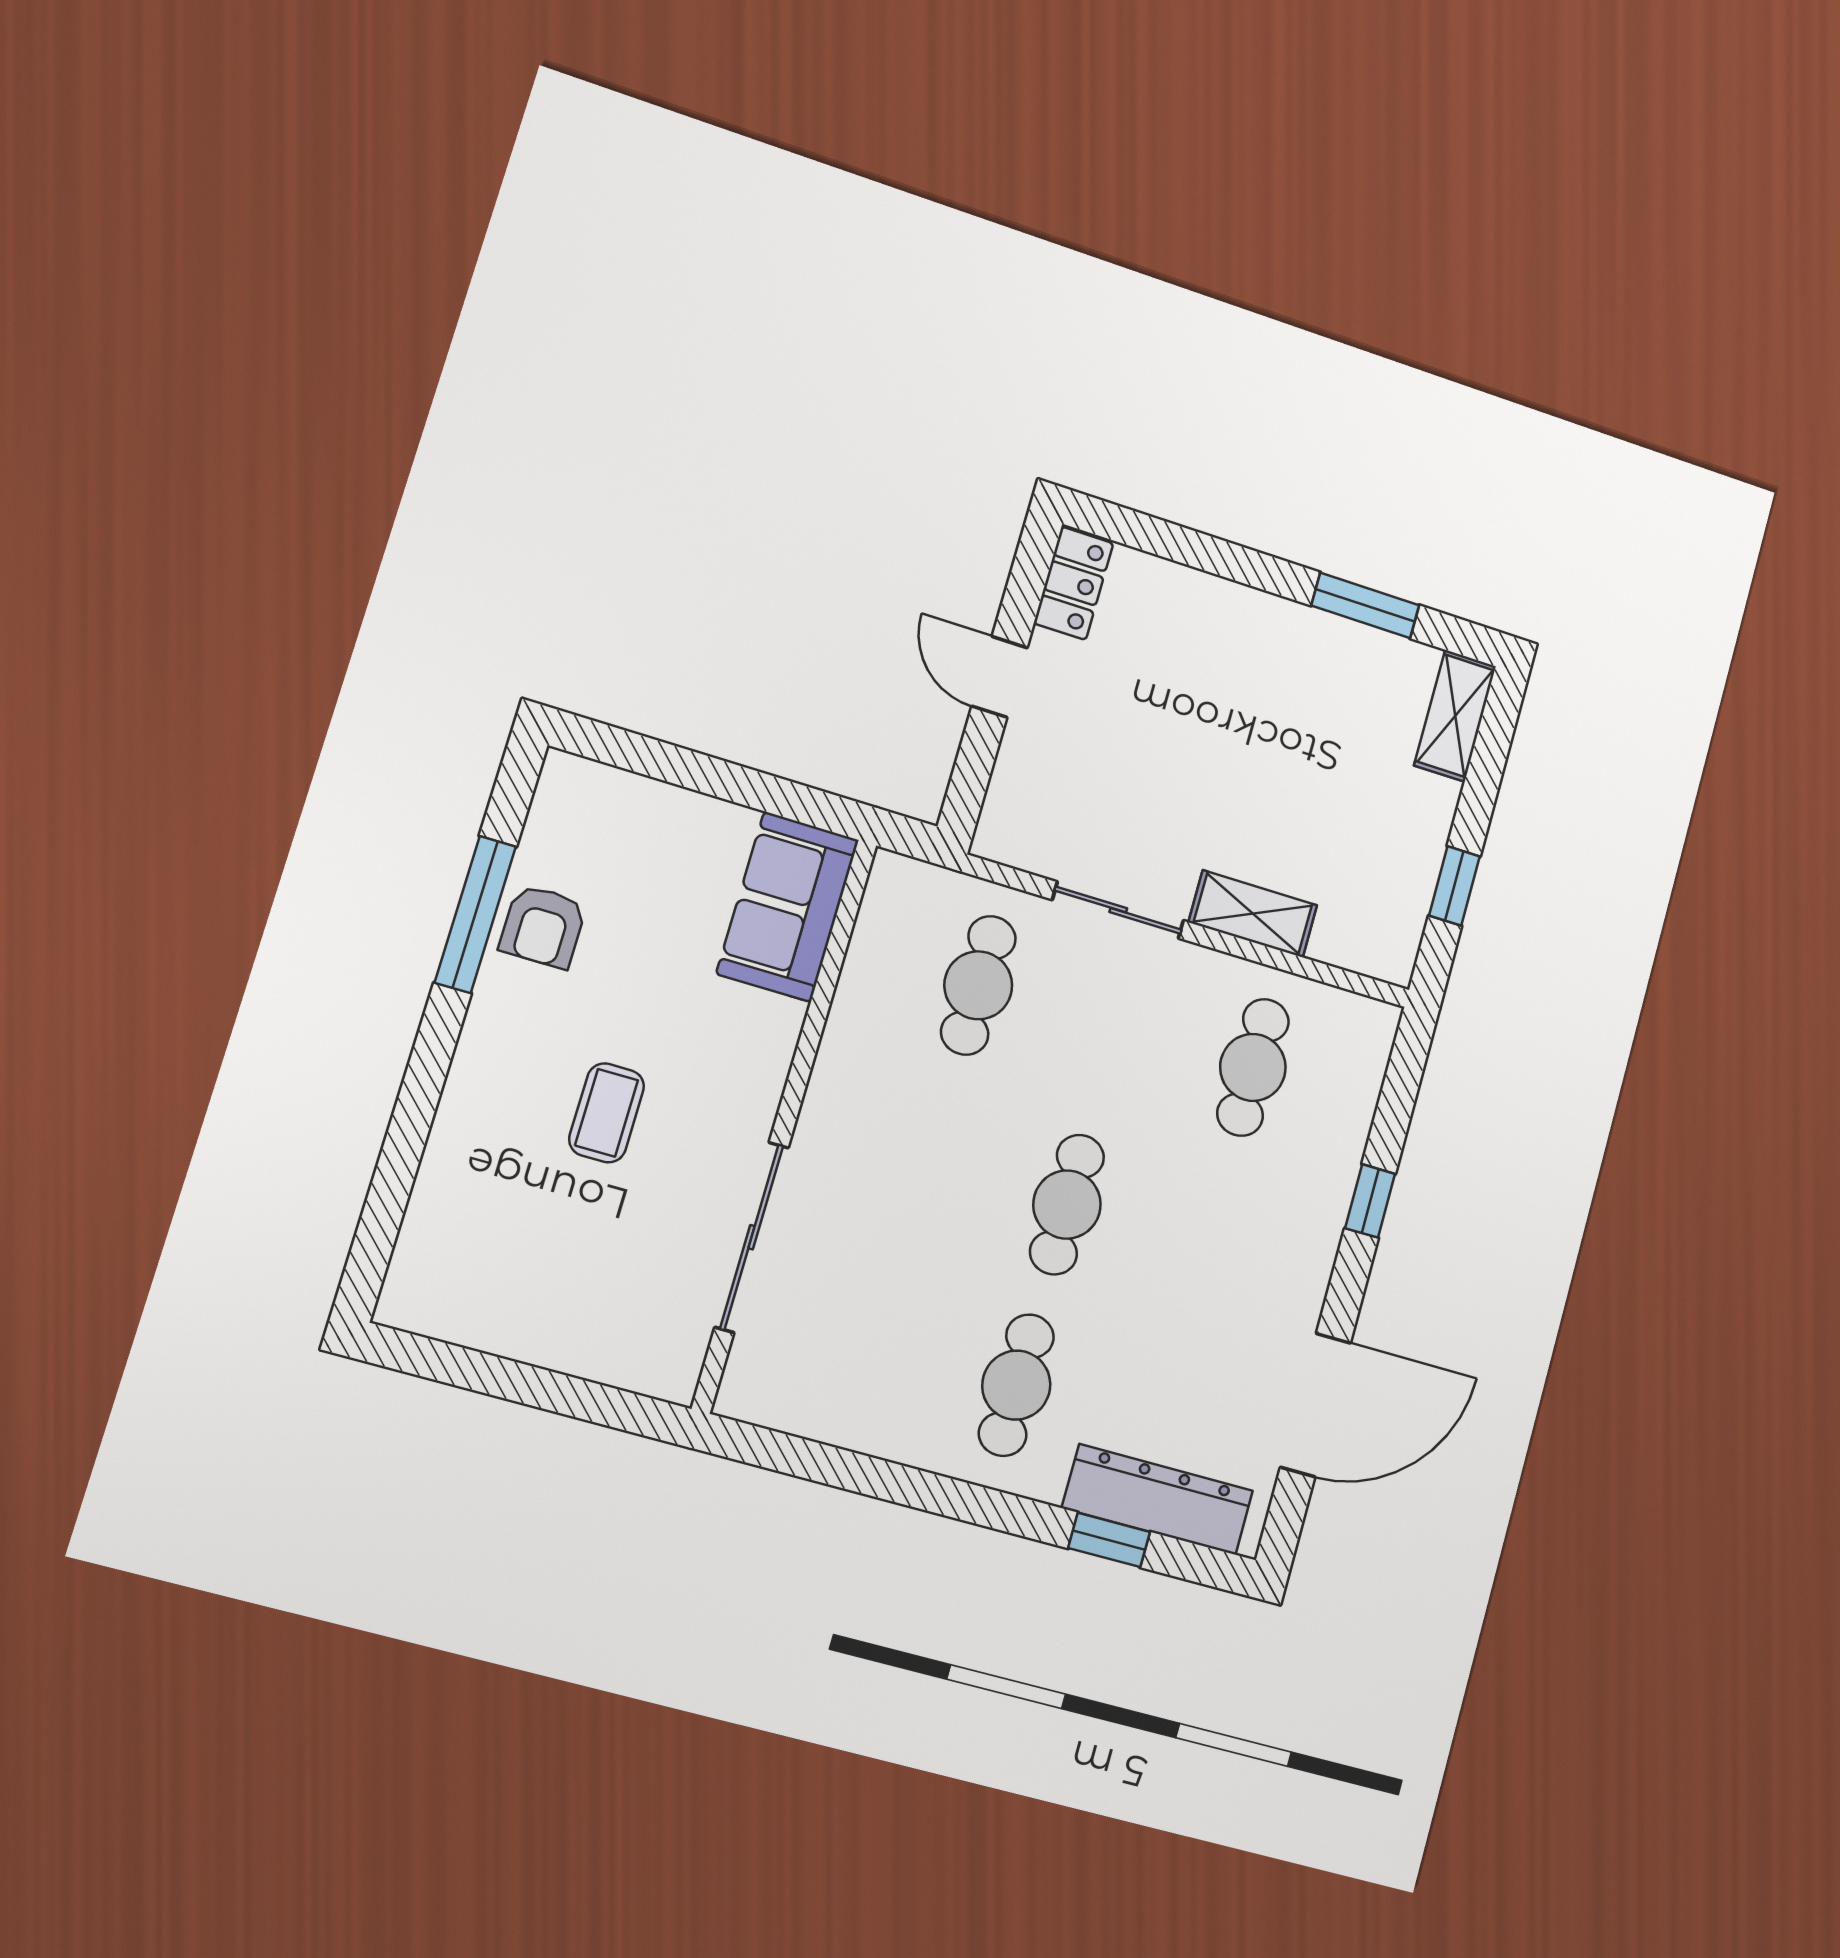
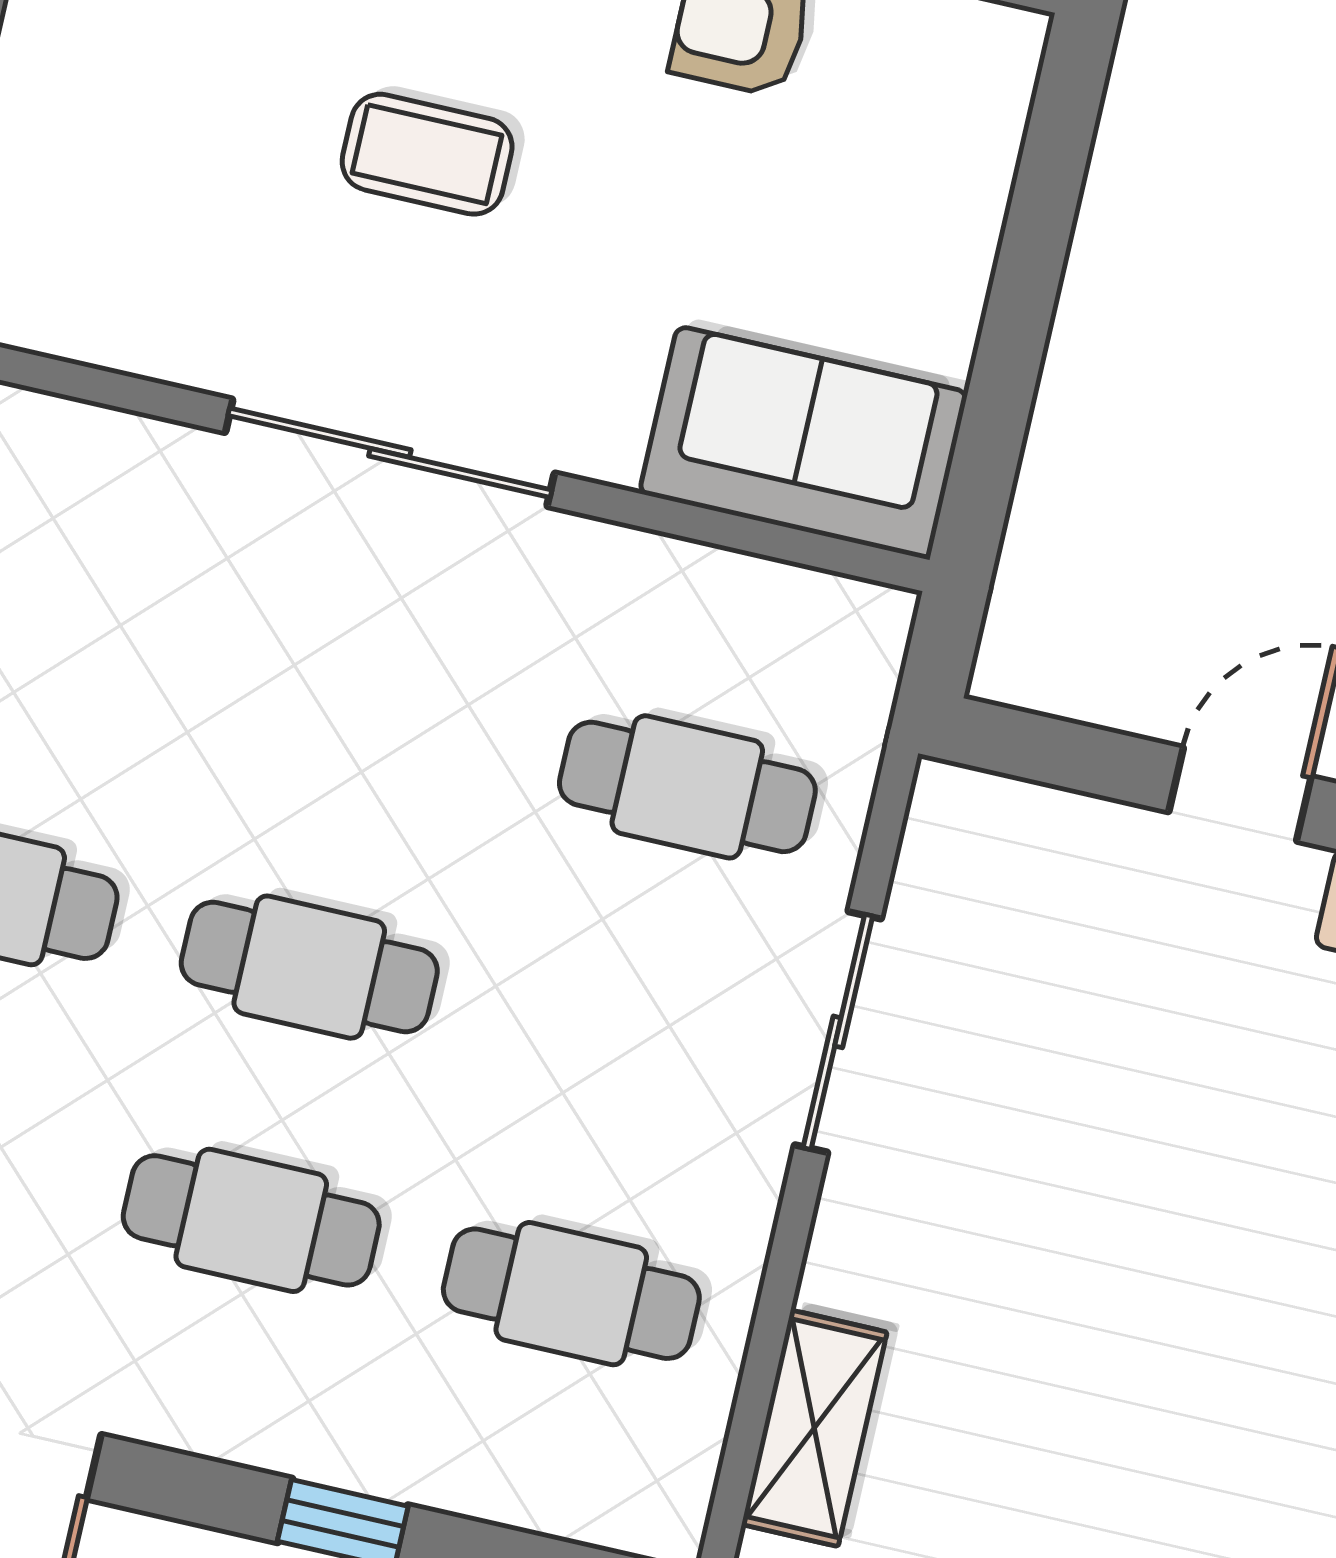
shelving: (1253, 914) -> (814, 1428), moved
sliding door: (752, 1237) -> (390, 453), moved
cafe table: (1204, 1244) -> (251, 1220), added

